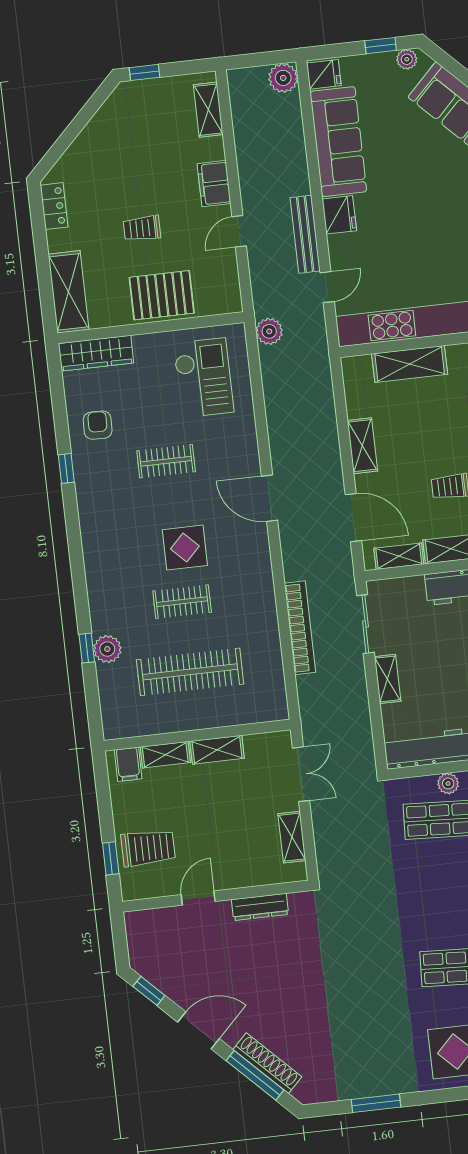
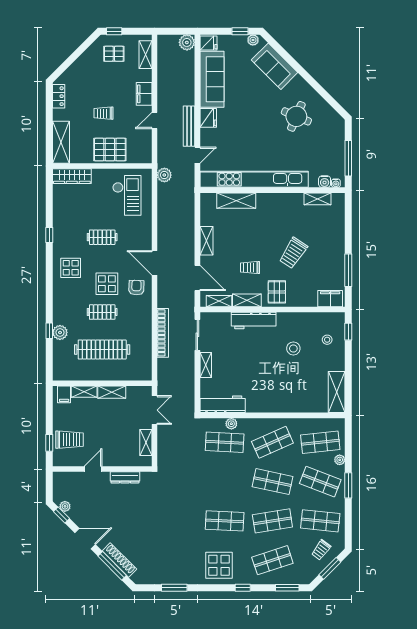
pallet: (149, 115) -> (114, 54), added
armchair: (98, 425) -> (136, 288), moved
display table: (114, 525) -> (71, 268), added
plant: (154, 974) -> (65, 506), added

